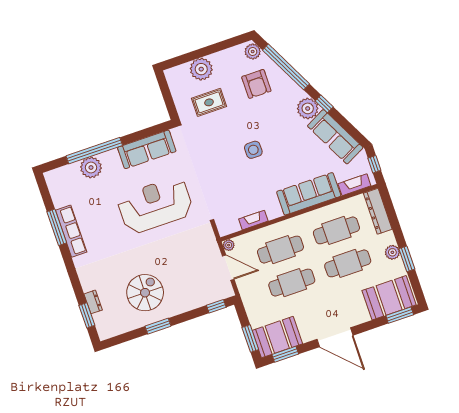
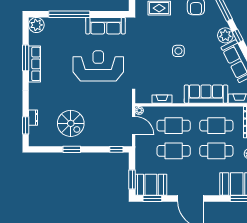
plant: (91, 167) -> (36, 25), moved
spiral stairs: (145, 293) -> (71, 123), turned 90

